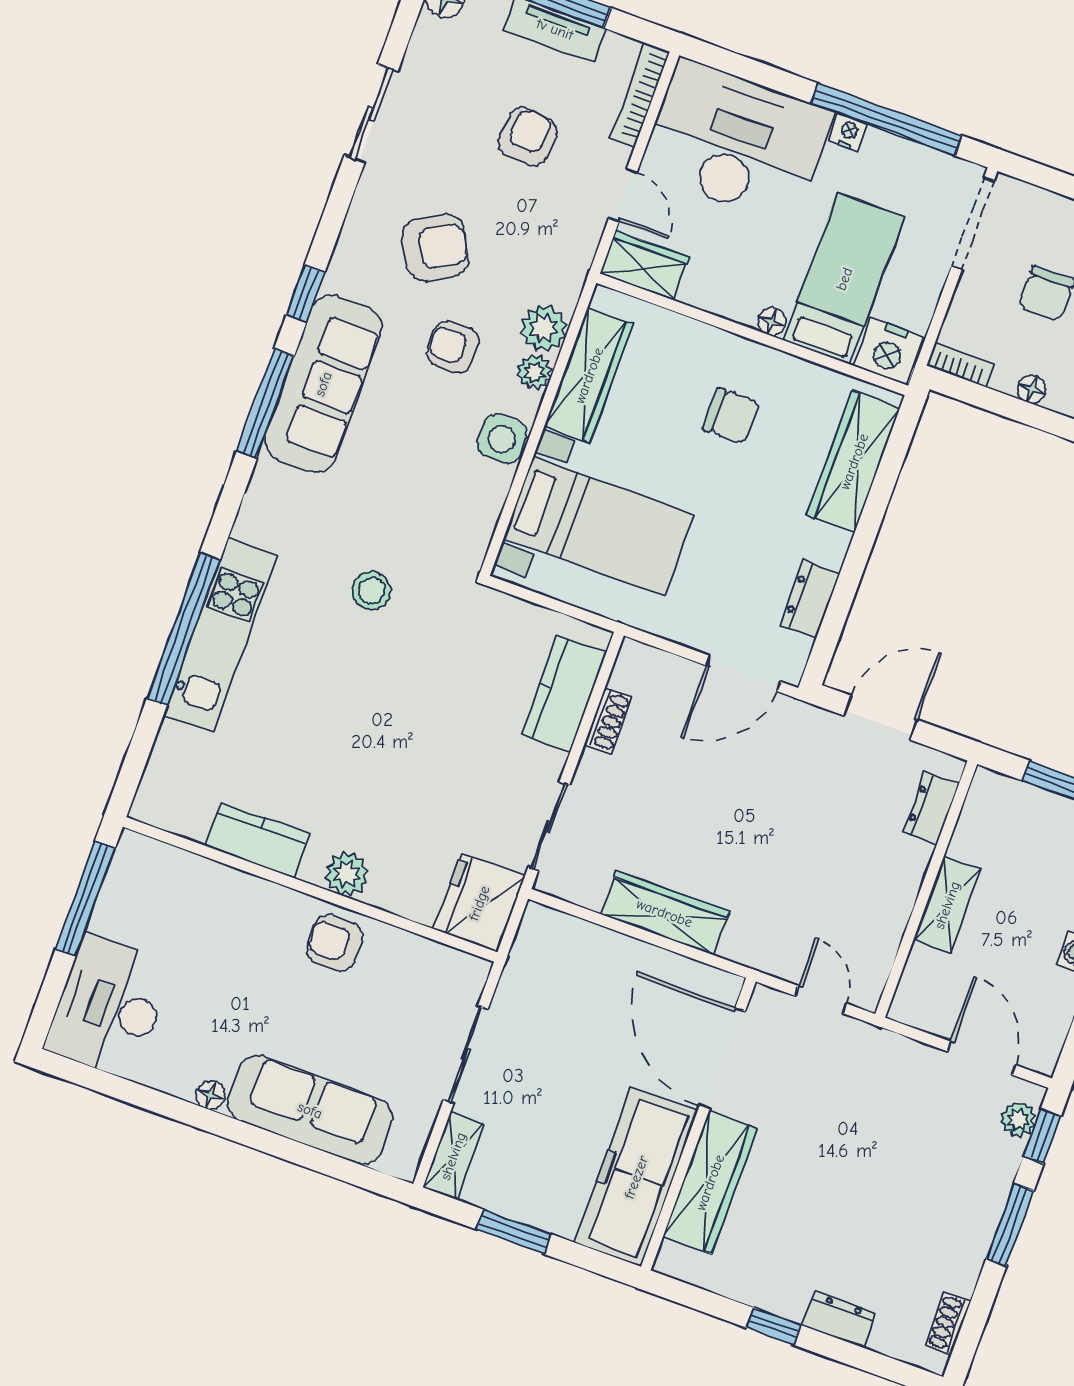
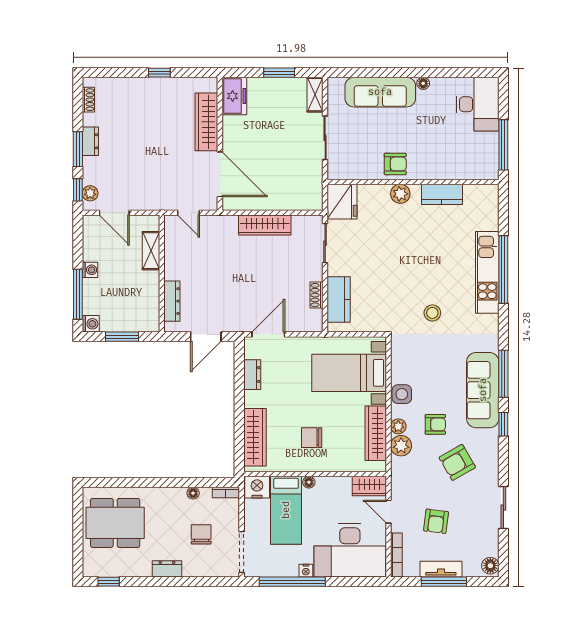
dresser: (931, 808) -> (172, 301), width x1.44
shelving: (947, 905) -> (151, 251), moved
freezer: (636, 1177) -> (234, 96), width x0.52, depth x0.79
dresser: (839, 1319) -> (90, 141), moved, turned -90

